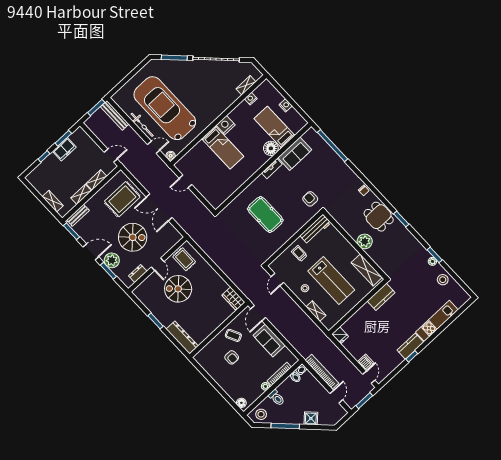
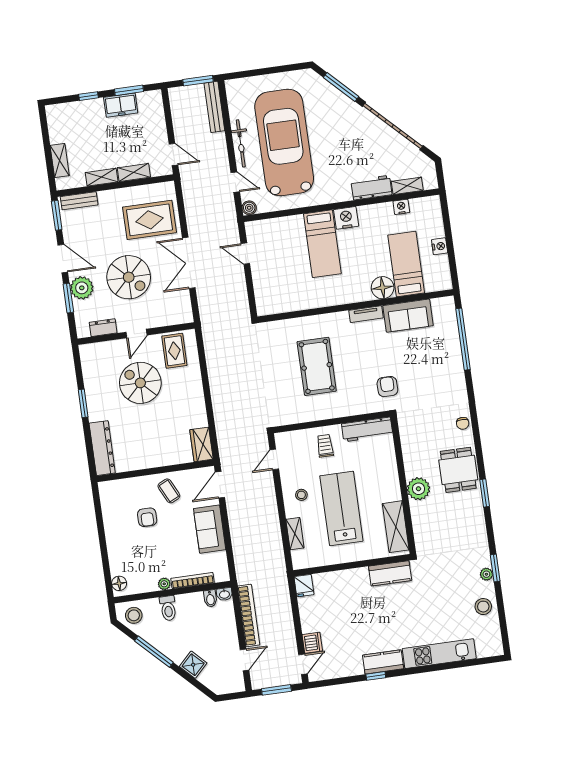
workbench: (228, 100) -> (371, 188), added
lab bench: (331, 280) -> (341, 508), turned 180

